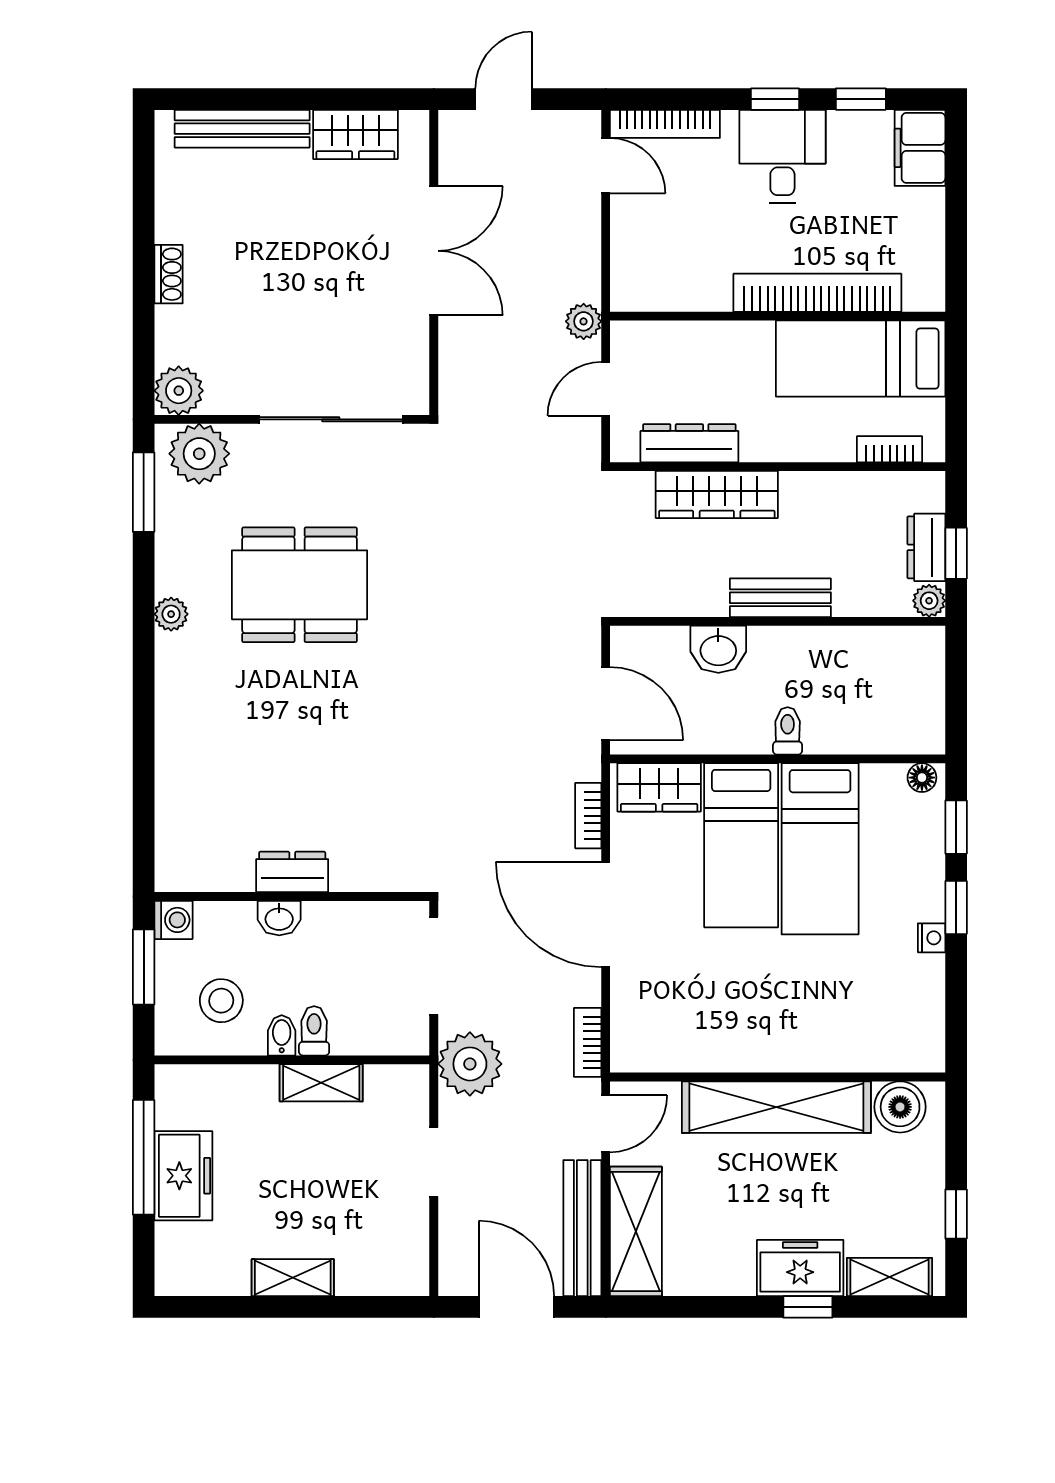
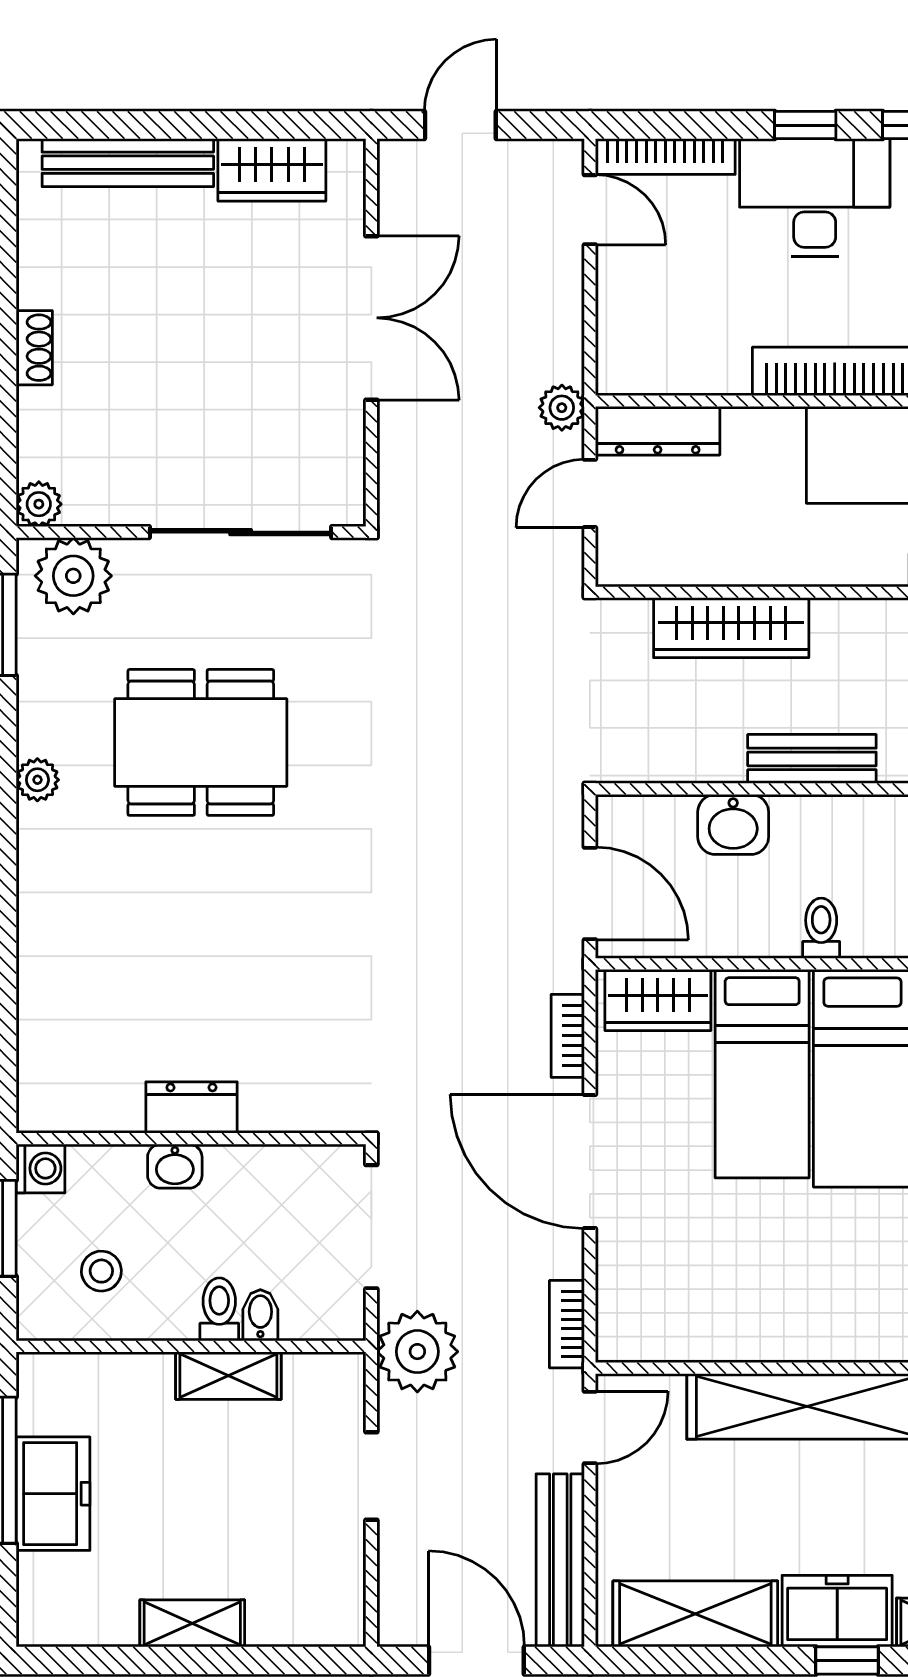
desk: (782, 156) -> (815, 198), width x1.37
plant: (179, 391) -> (39, 504), width x0.73, depth x0.73
dresser: (689, 443) -> (658, 431), moved, turned 180
stool: (221, 1001) -> (101, 1271), width x0.73, depth x0.73
bidet: (282, 1035) -> (260, 1315), moved
shelving: (636, 1231) -> (695, 1614), moved, turned 90

